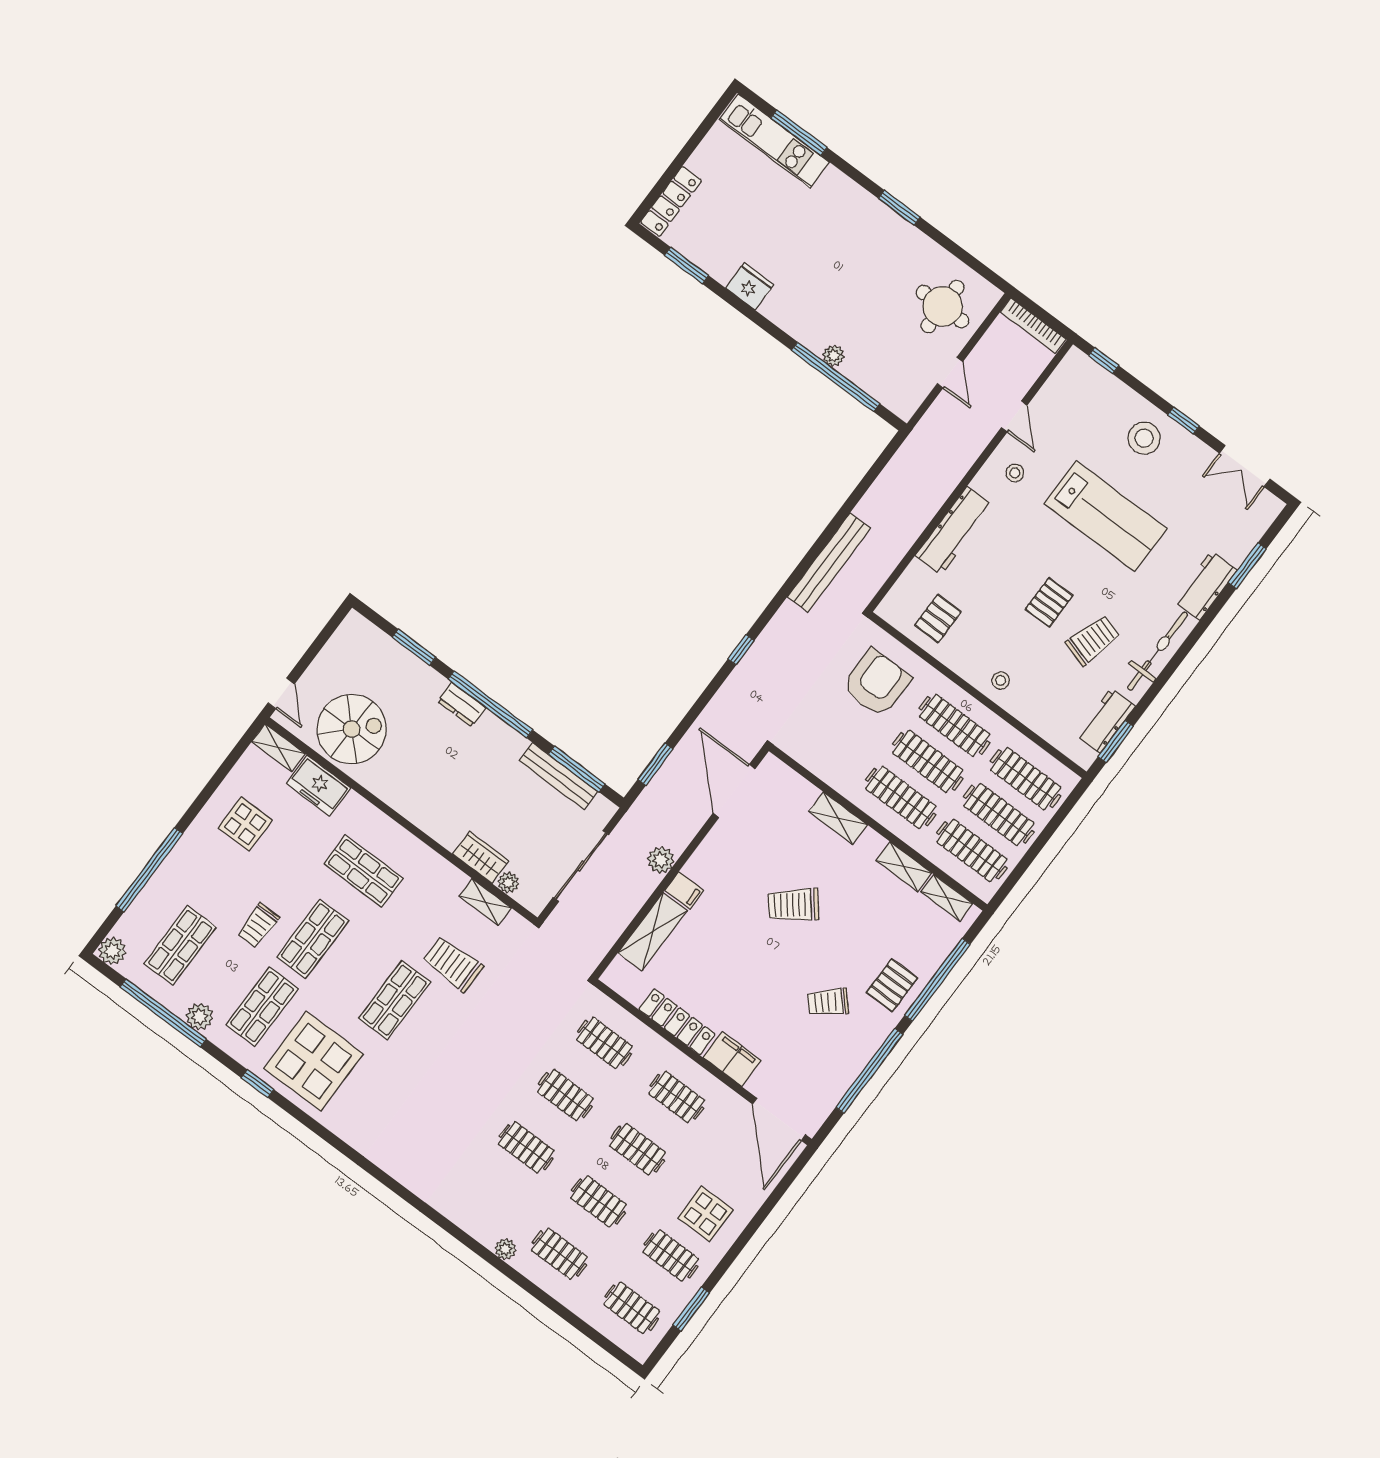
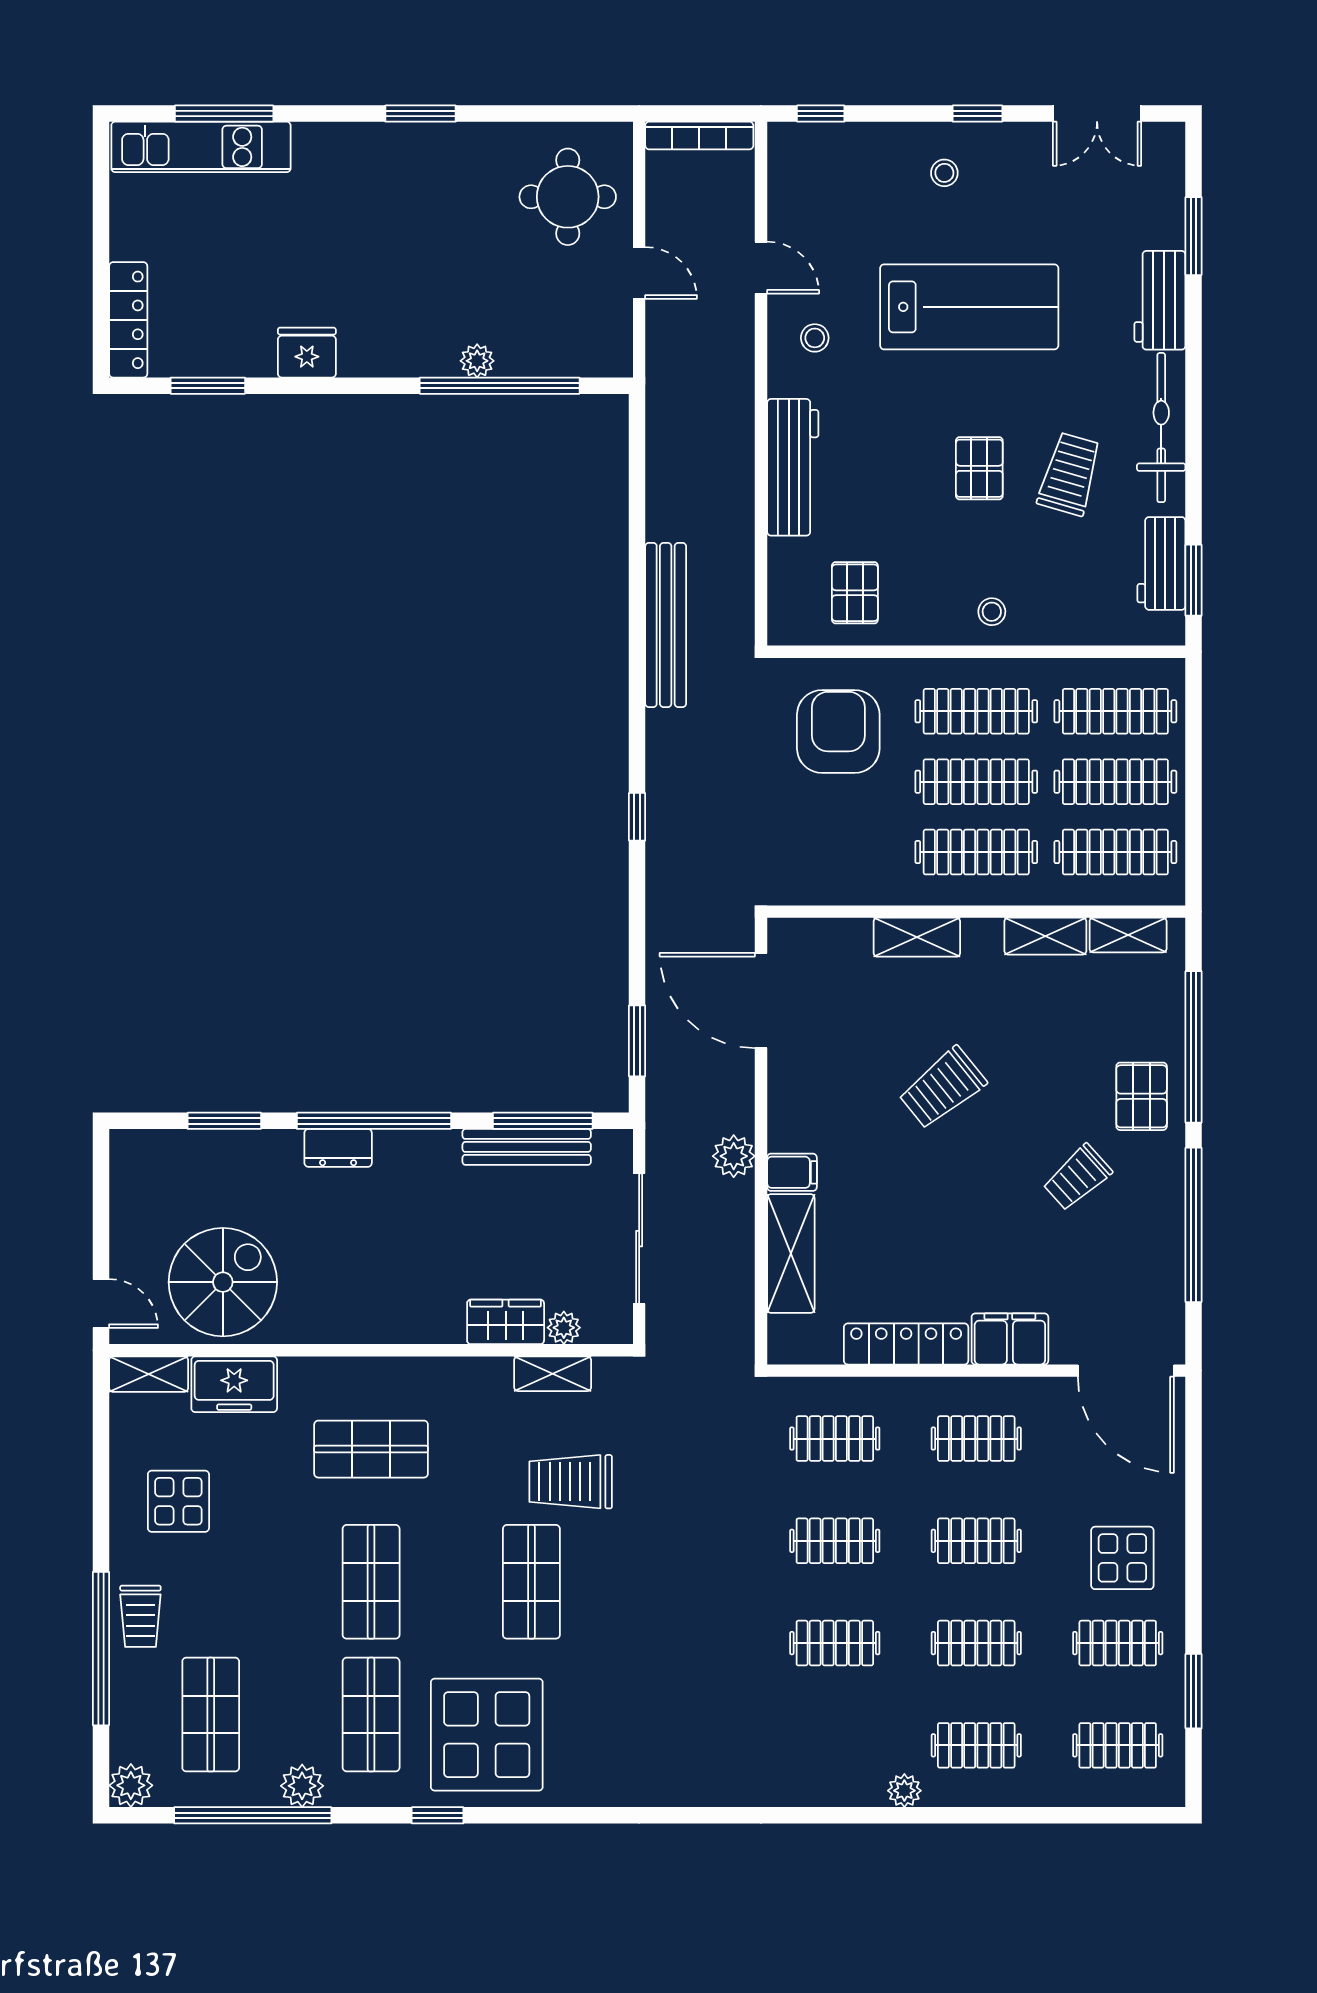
stool: (1144, 438) -> (944, 173), width x0.53, depth x0.53
trolley: (258, 926) -> (140, 1616), moved

